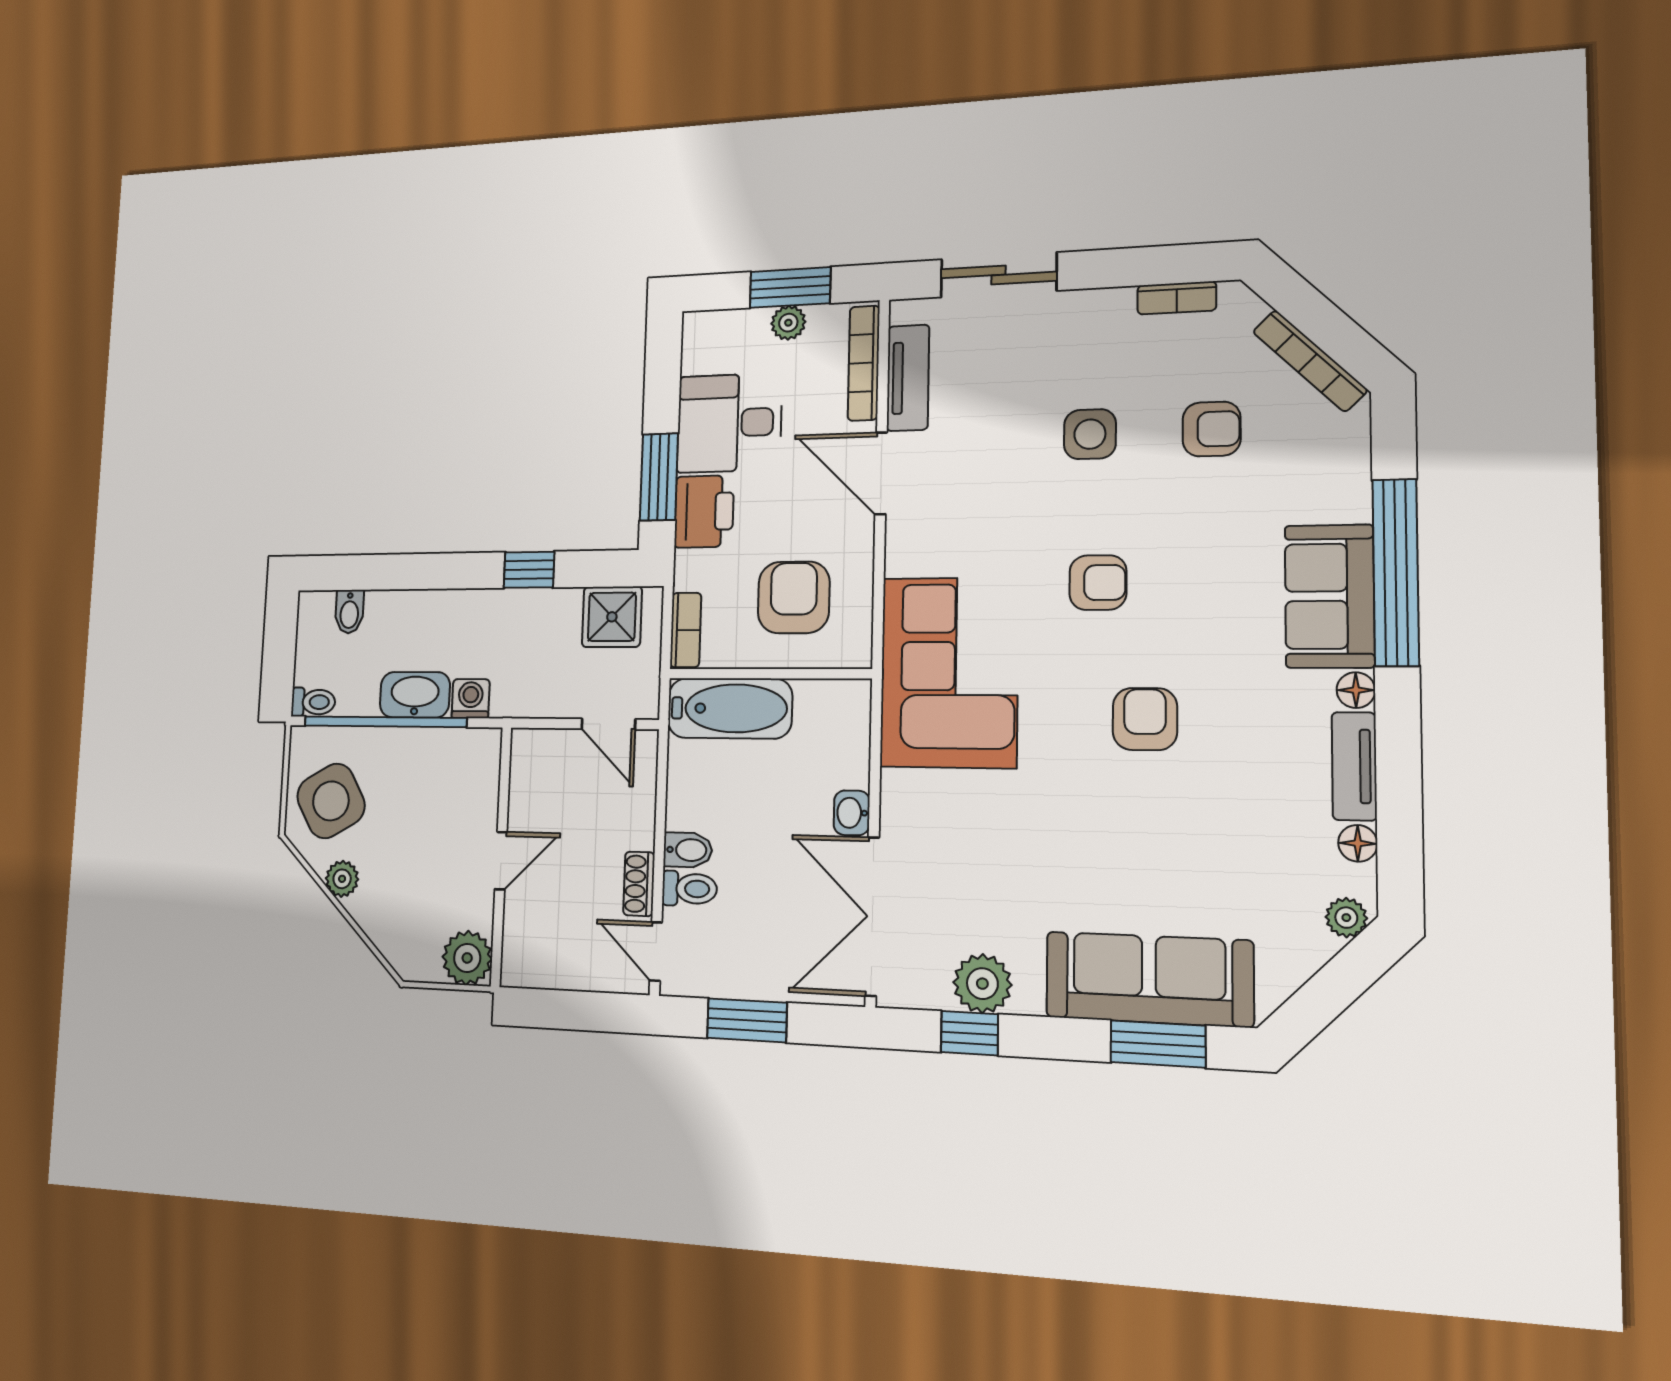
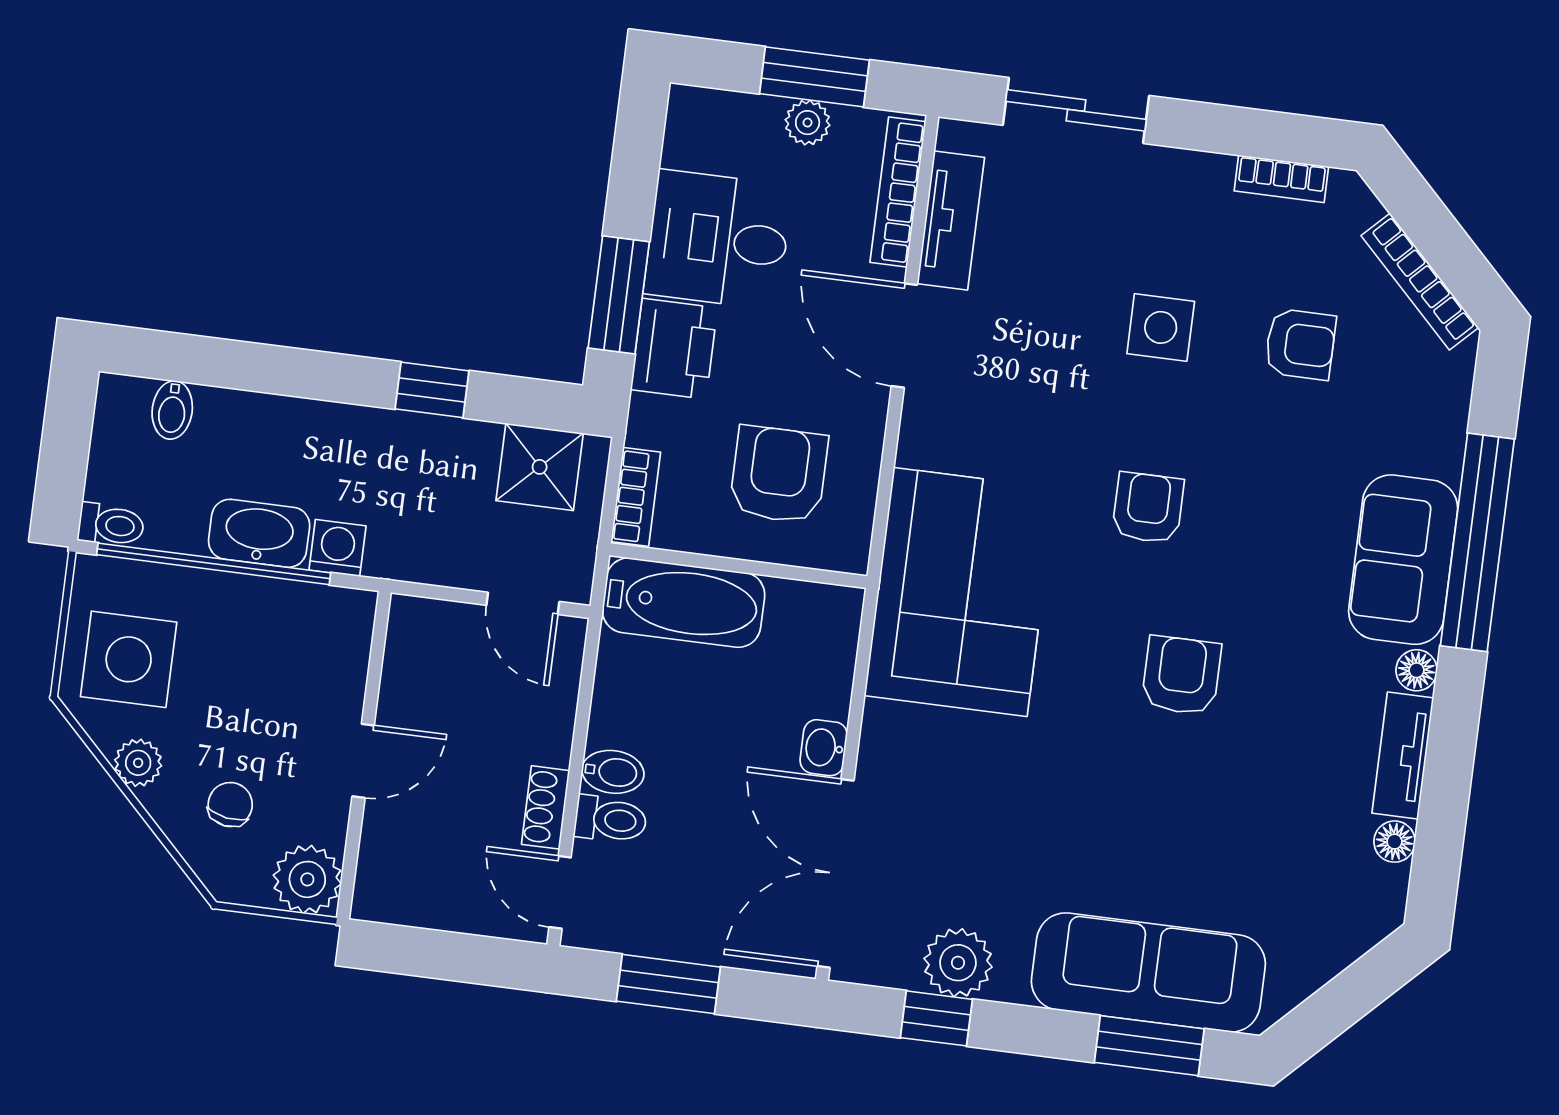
armchair: (1098, 583) -> (1148, 508), turned -90
side table: (331, 801) -> (129, 659), turned 30
chair: (408, 904) -> (230, 805), added
plant: (1346, 918) -> (1371, 922), removed

